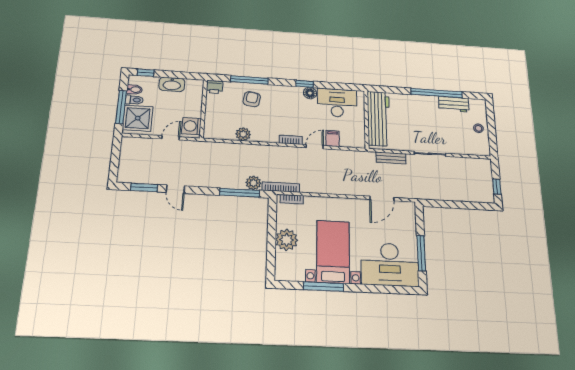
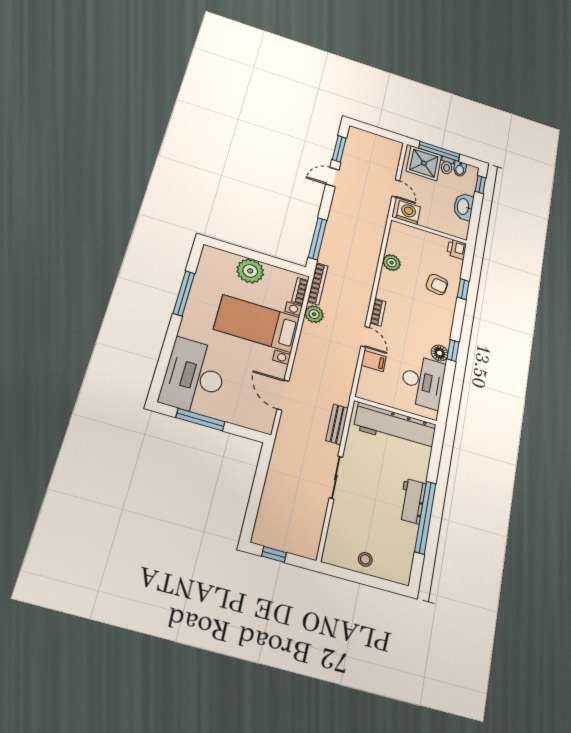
window: (249, 80) -> (463, 289), width x0.46
workbench: (454, 104) -> (412, 501), moved
plant: (253, 183) -> (314, 314), moved
bed with nightstands: (333, 252) -> (257, 323), moved, turned 180

